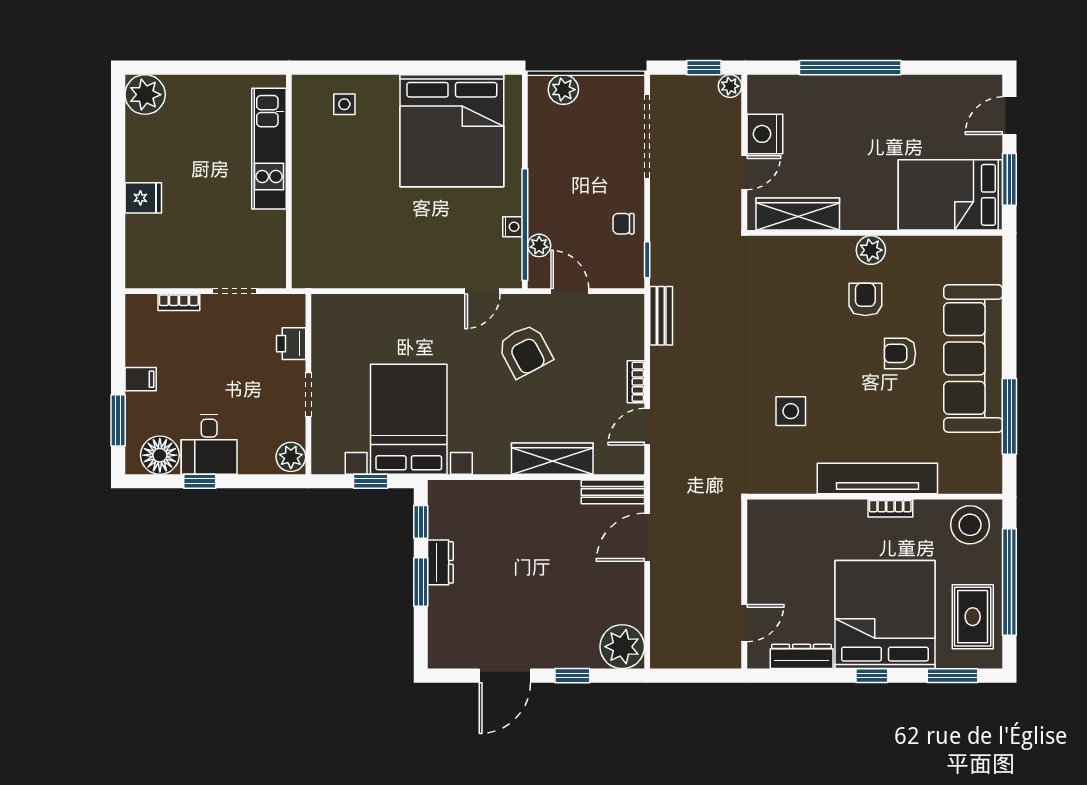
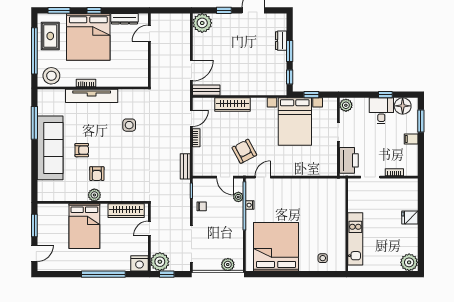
plant: (730, 86) -> (160, 262), width x1.87, depth x1.87
nightstand: (765, 134) -> (139, 263), moved, turned 90
bed: (950, 195) -> (84, 226), moved, turned 90
printer: (291, 344) -> (349, 160), width x1.87, depth x1.48
dresser: (440, 562) -> (281, 41), moved

